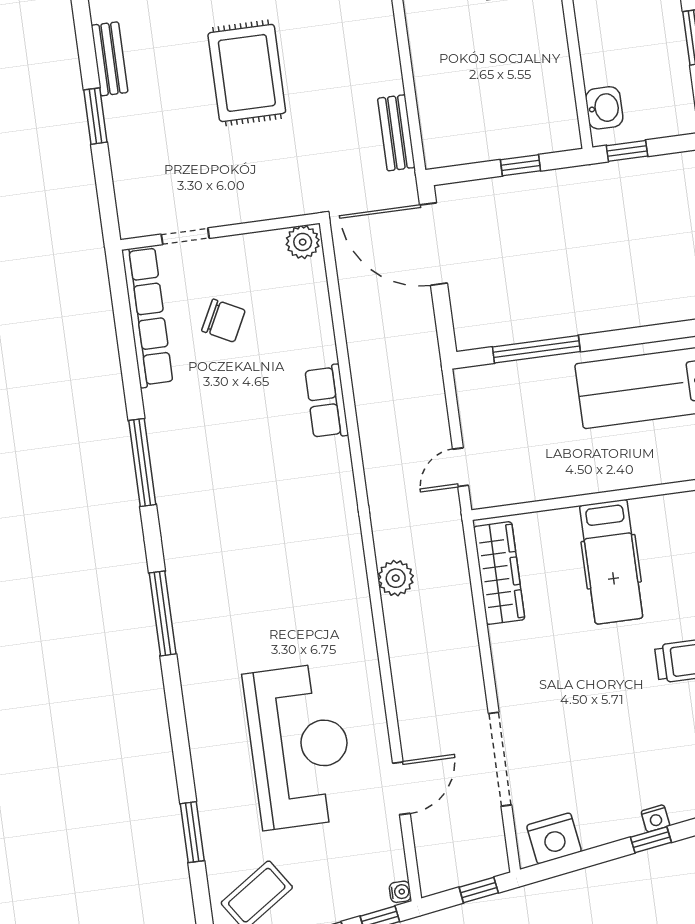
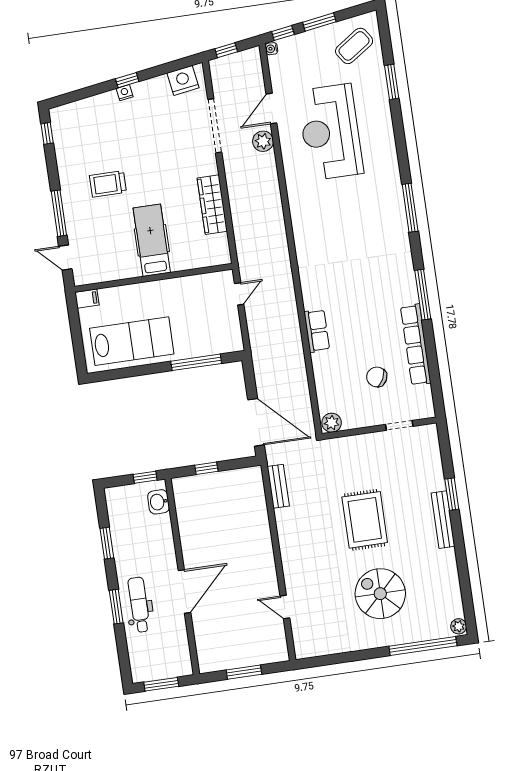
bench: (109, 59) -> (443, 520), width x1.36
row of seats: (147, 317) -> (416, 345), moved
wardrobe: (499, 573) -> (212, 205), moved
plant: (396, 578) -> (263, 141), moved

